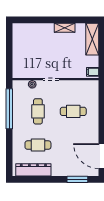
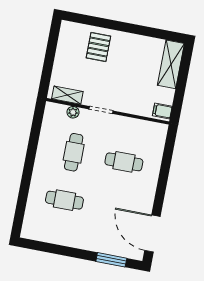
shelving: (65, 28) -> (67, 95), moved
pallet: (41, 37) -> (98, 47), added
window: (9, 109) -> (34, 141), removed
dresser: (33, 170) -> (51, 234), removed

